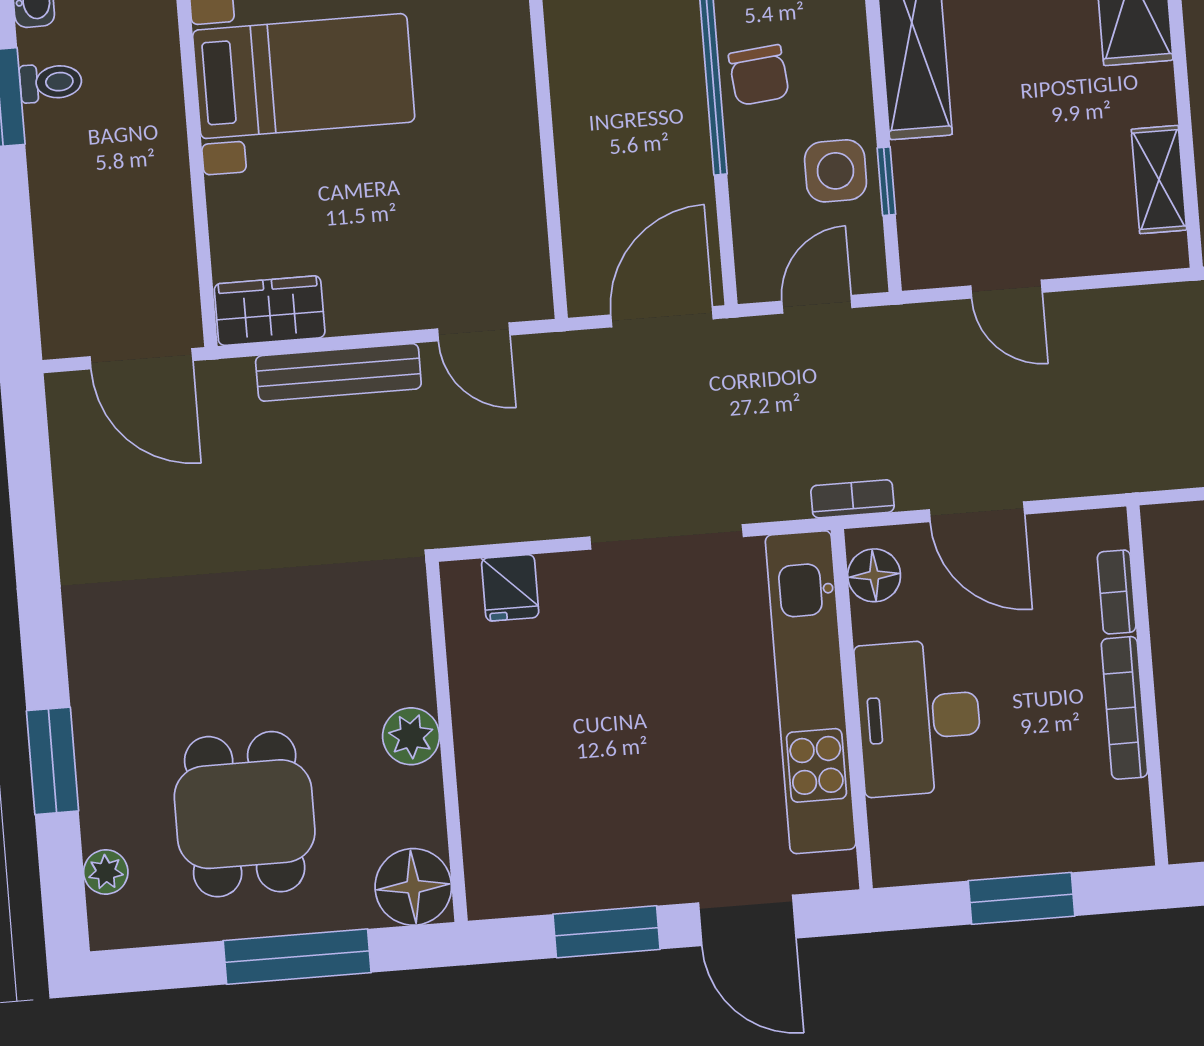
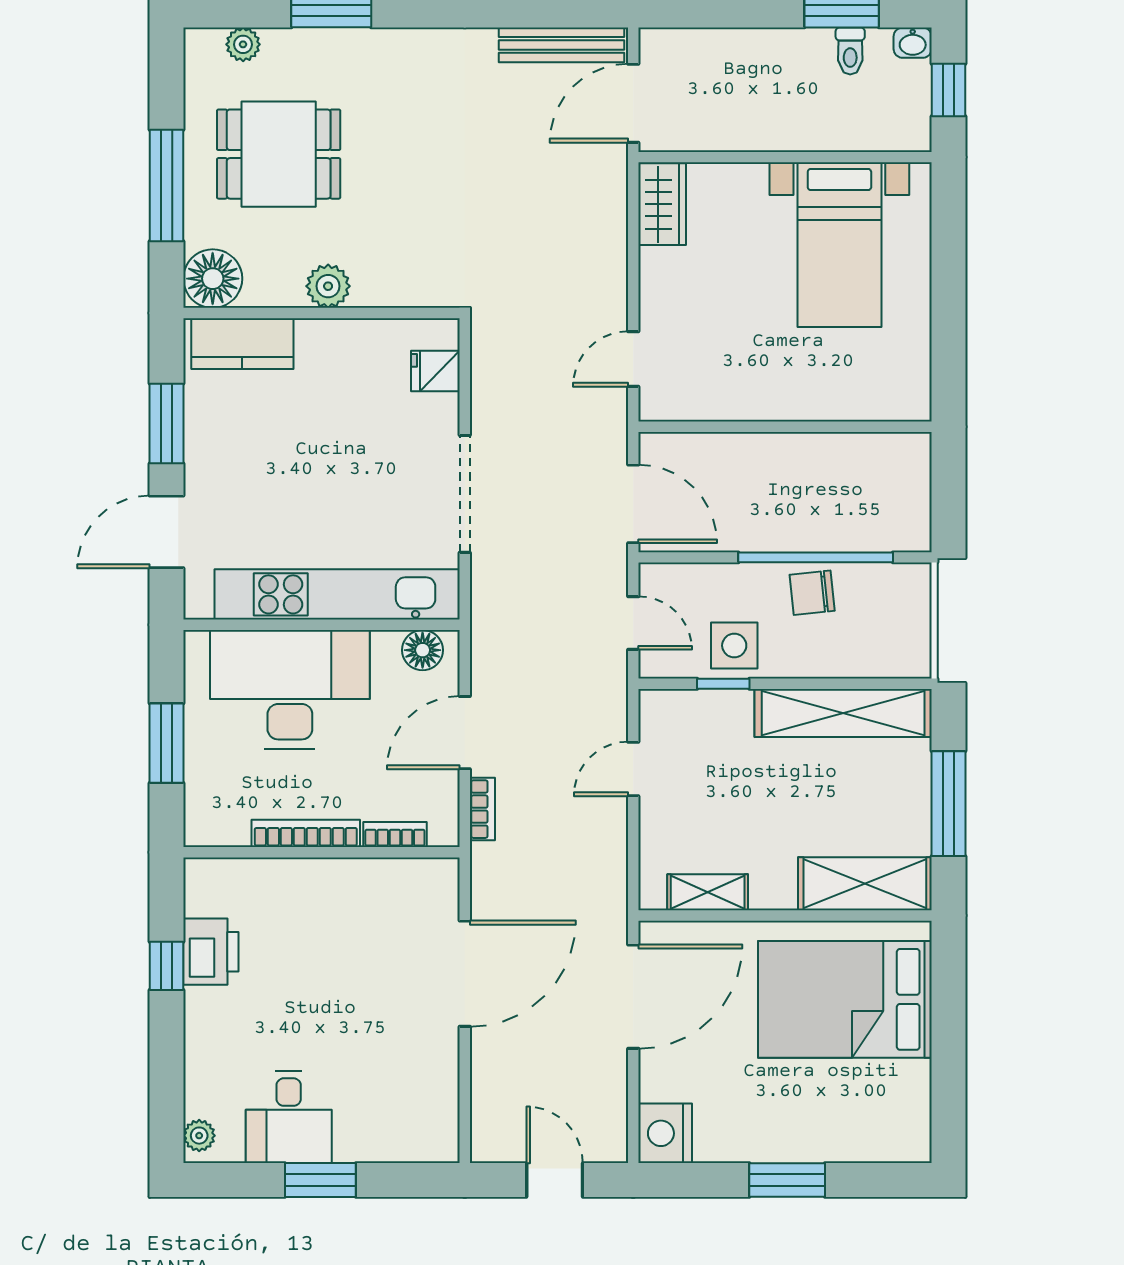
bench: (338, 372) -> (561, 45), moved, turned 90
bookcase: (852, 499) -> (482, 809), moved
desk: (919, 717) -> (290, 689), width x1.36, depth x1.30
kitchen counter: (495, 841) -> (242, 344), added

